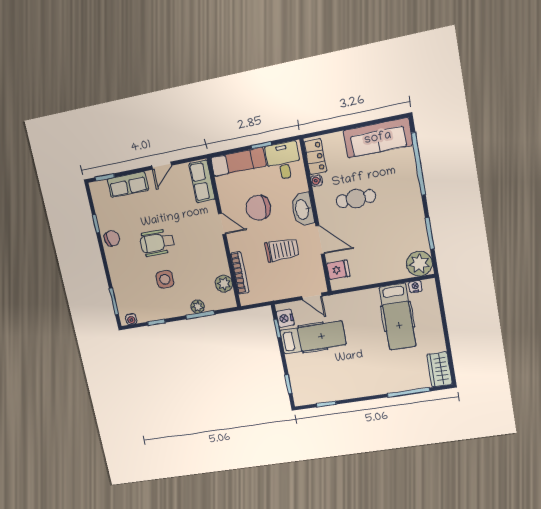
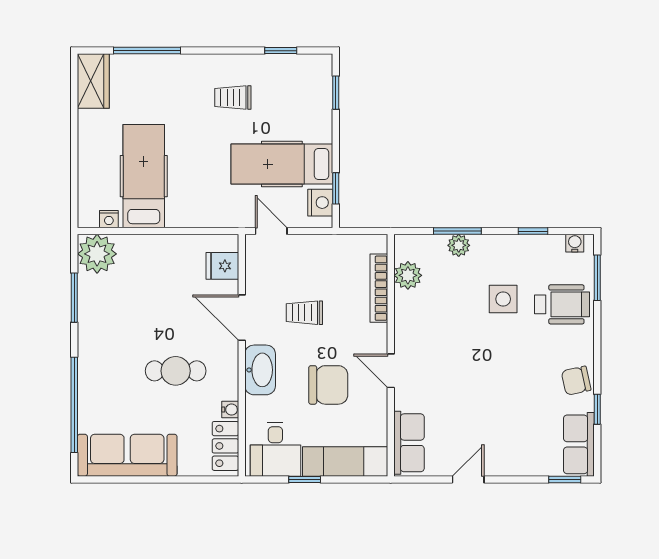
row of seats: (128, 184) -> (579, 444), moved, turned -90
wheelchair: (157, 243) -> (562, 304), moved
trolley: (282, 250) -> (304, 313), width x0.73, depth x0.72
trolley: (350, 372) -> (233, 98), added

